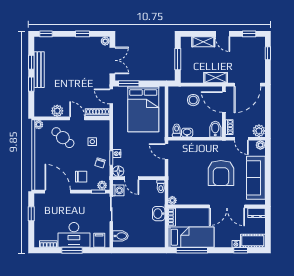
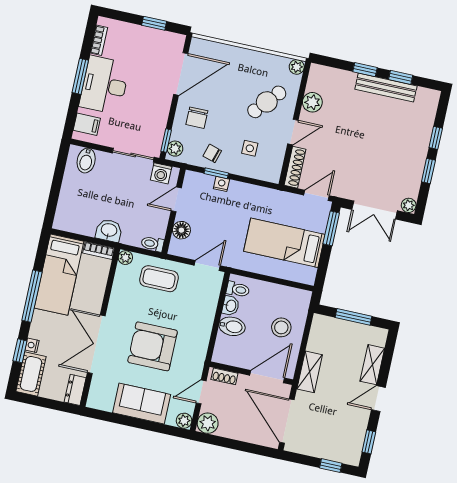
window: (46, 34) -> (436, 138), moved
bed: (143, 109) -> (284, 243), width x0.67
bidet: (215, 129) -> (232, 326), moved
floor lamp: (118, 171) -> (181, 230), moved
coffee table: (180, 178) -> (159, 279), added
sofa: (256, 178) -> (142, 404), width x0.73
window: (192, 250) -> (32, 296), moved

